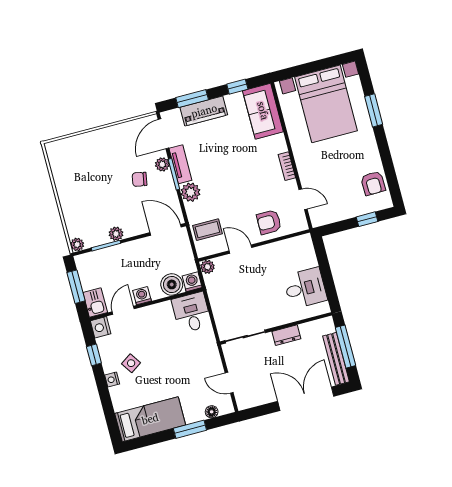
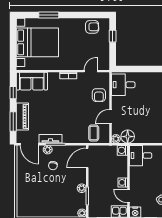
plant: (190, 192) -> (69, 137), removed
boiler: (172, 284) -> (121, 163), removed
floor lamp: (216, 284) -> (128, 137), added
desk: (305, 288) -> (123, 85), moved, turned -90

